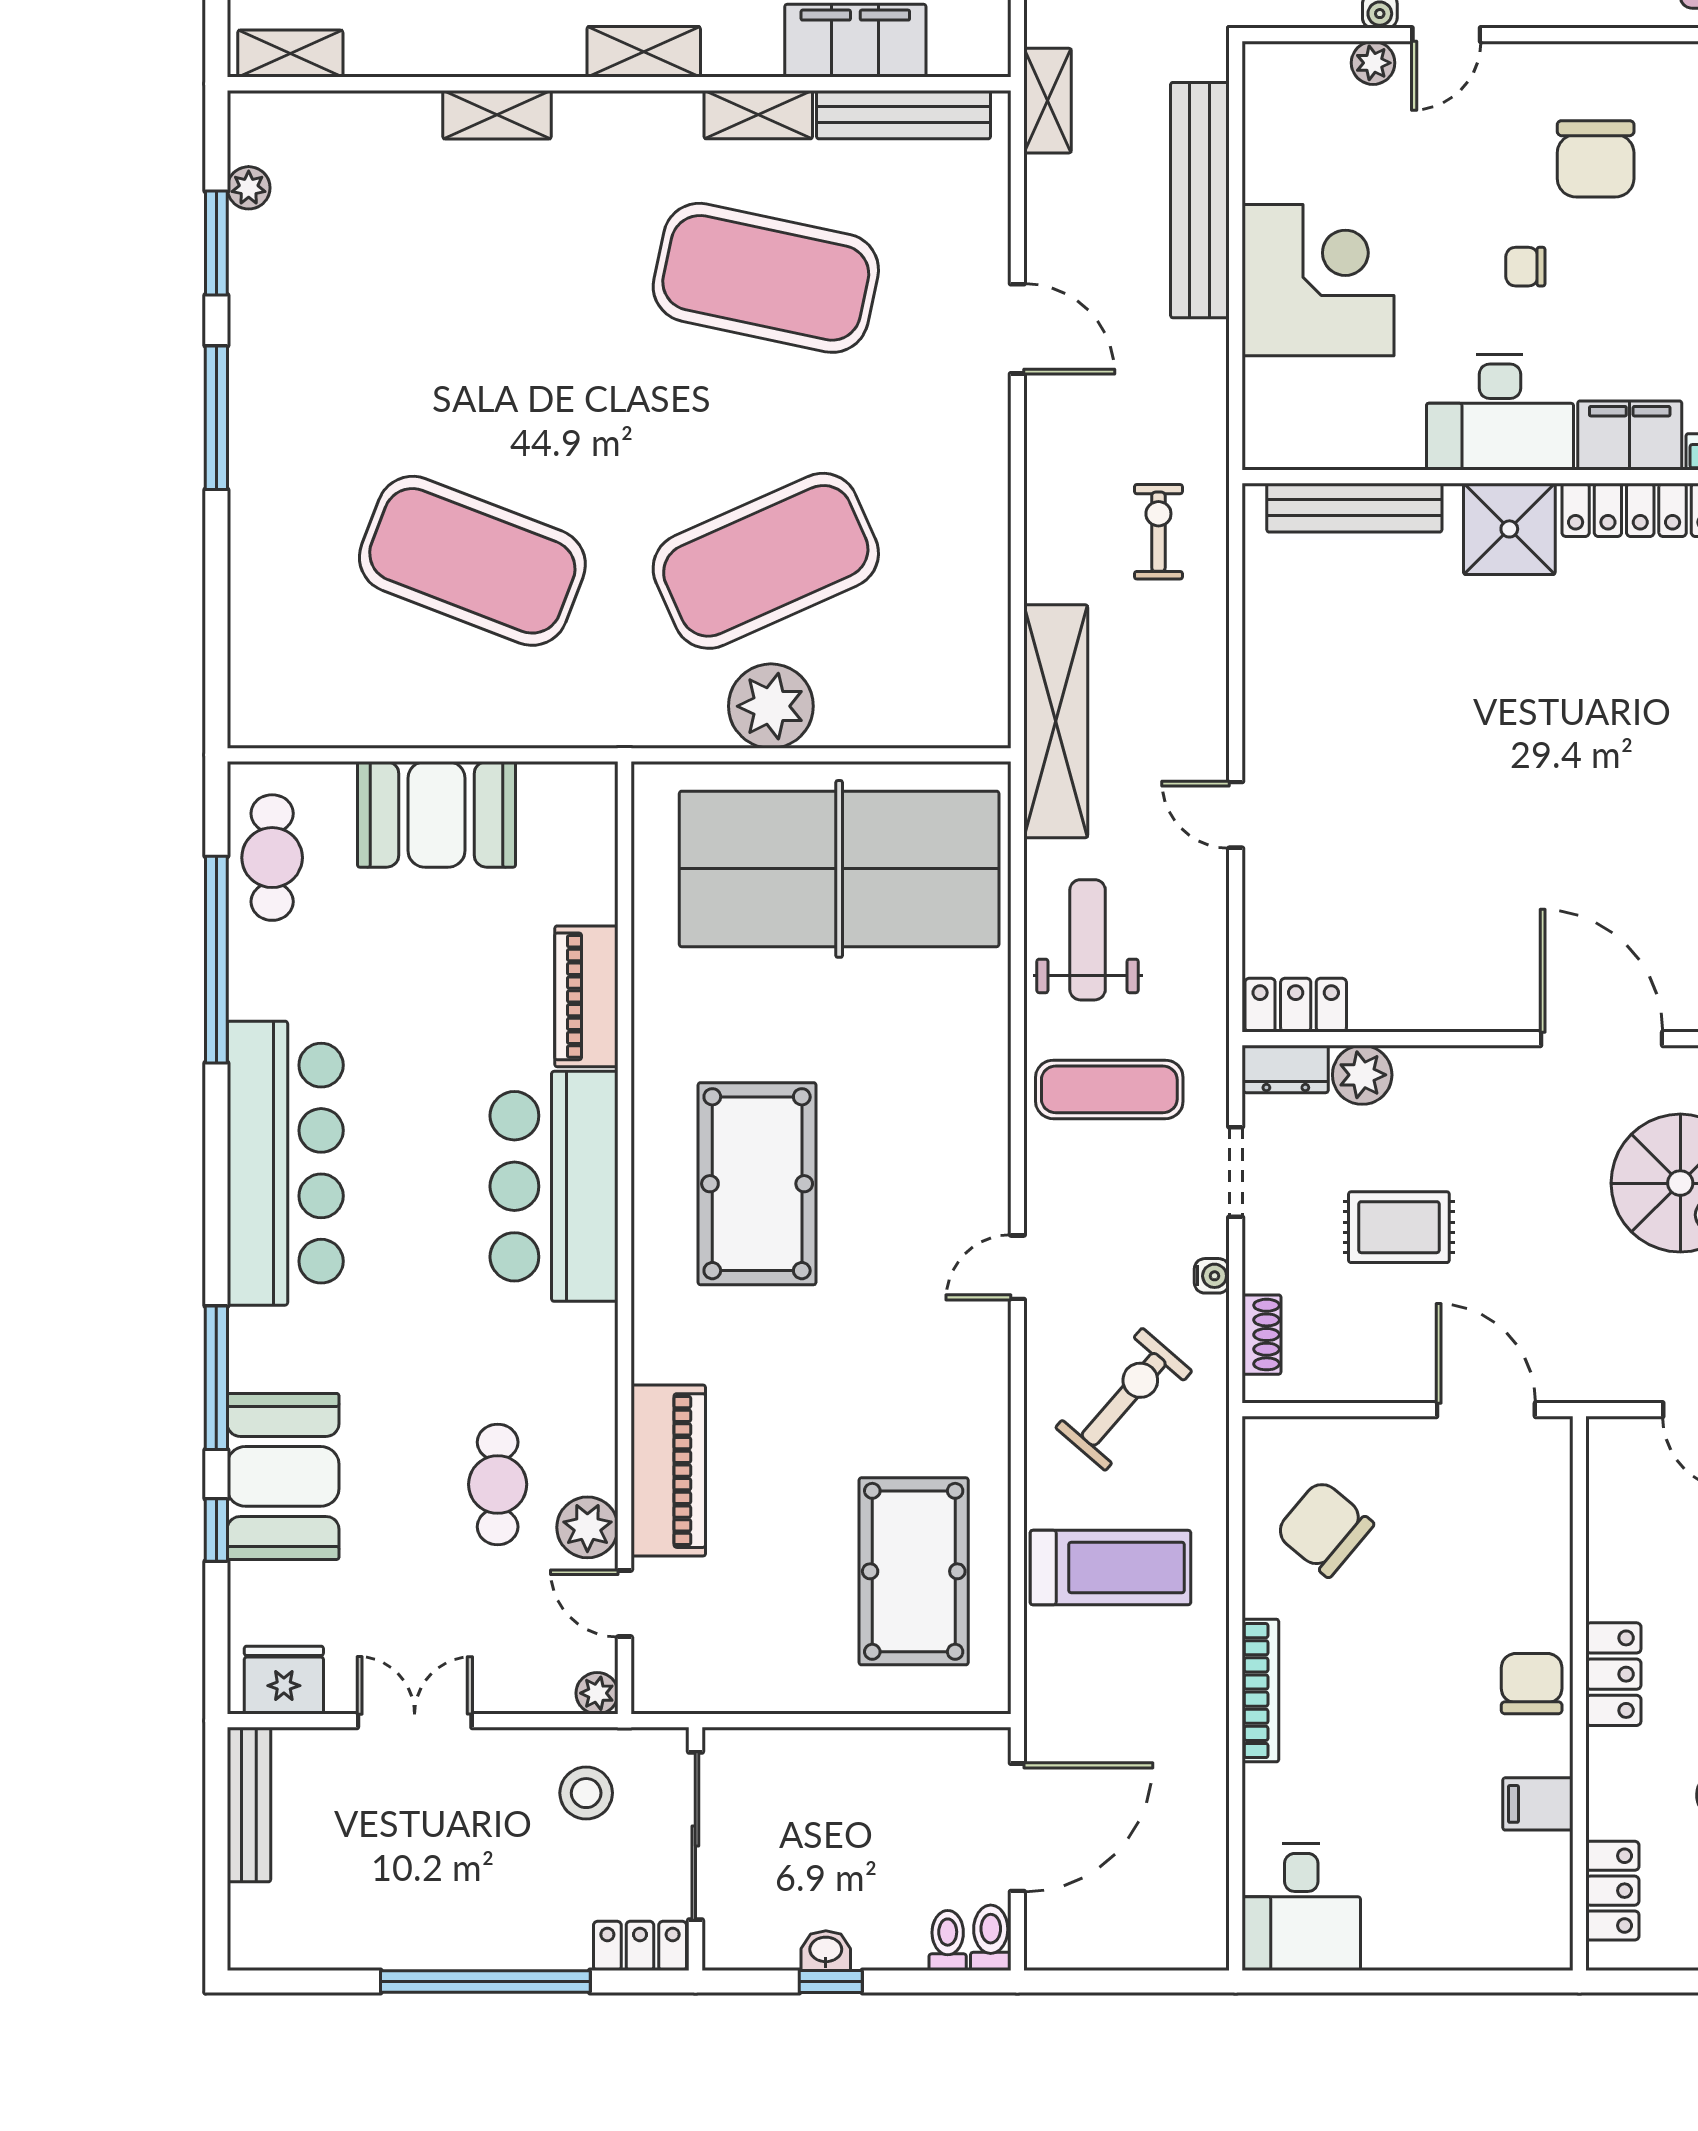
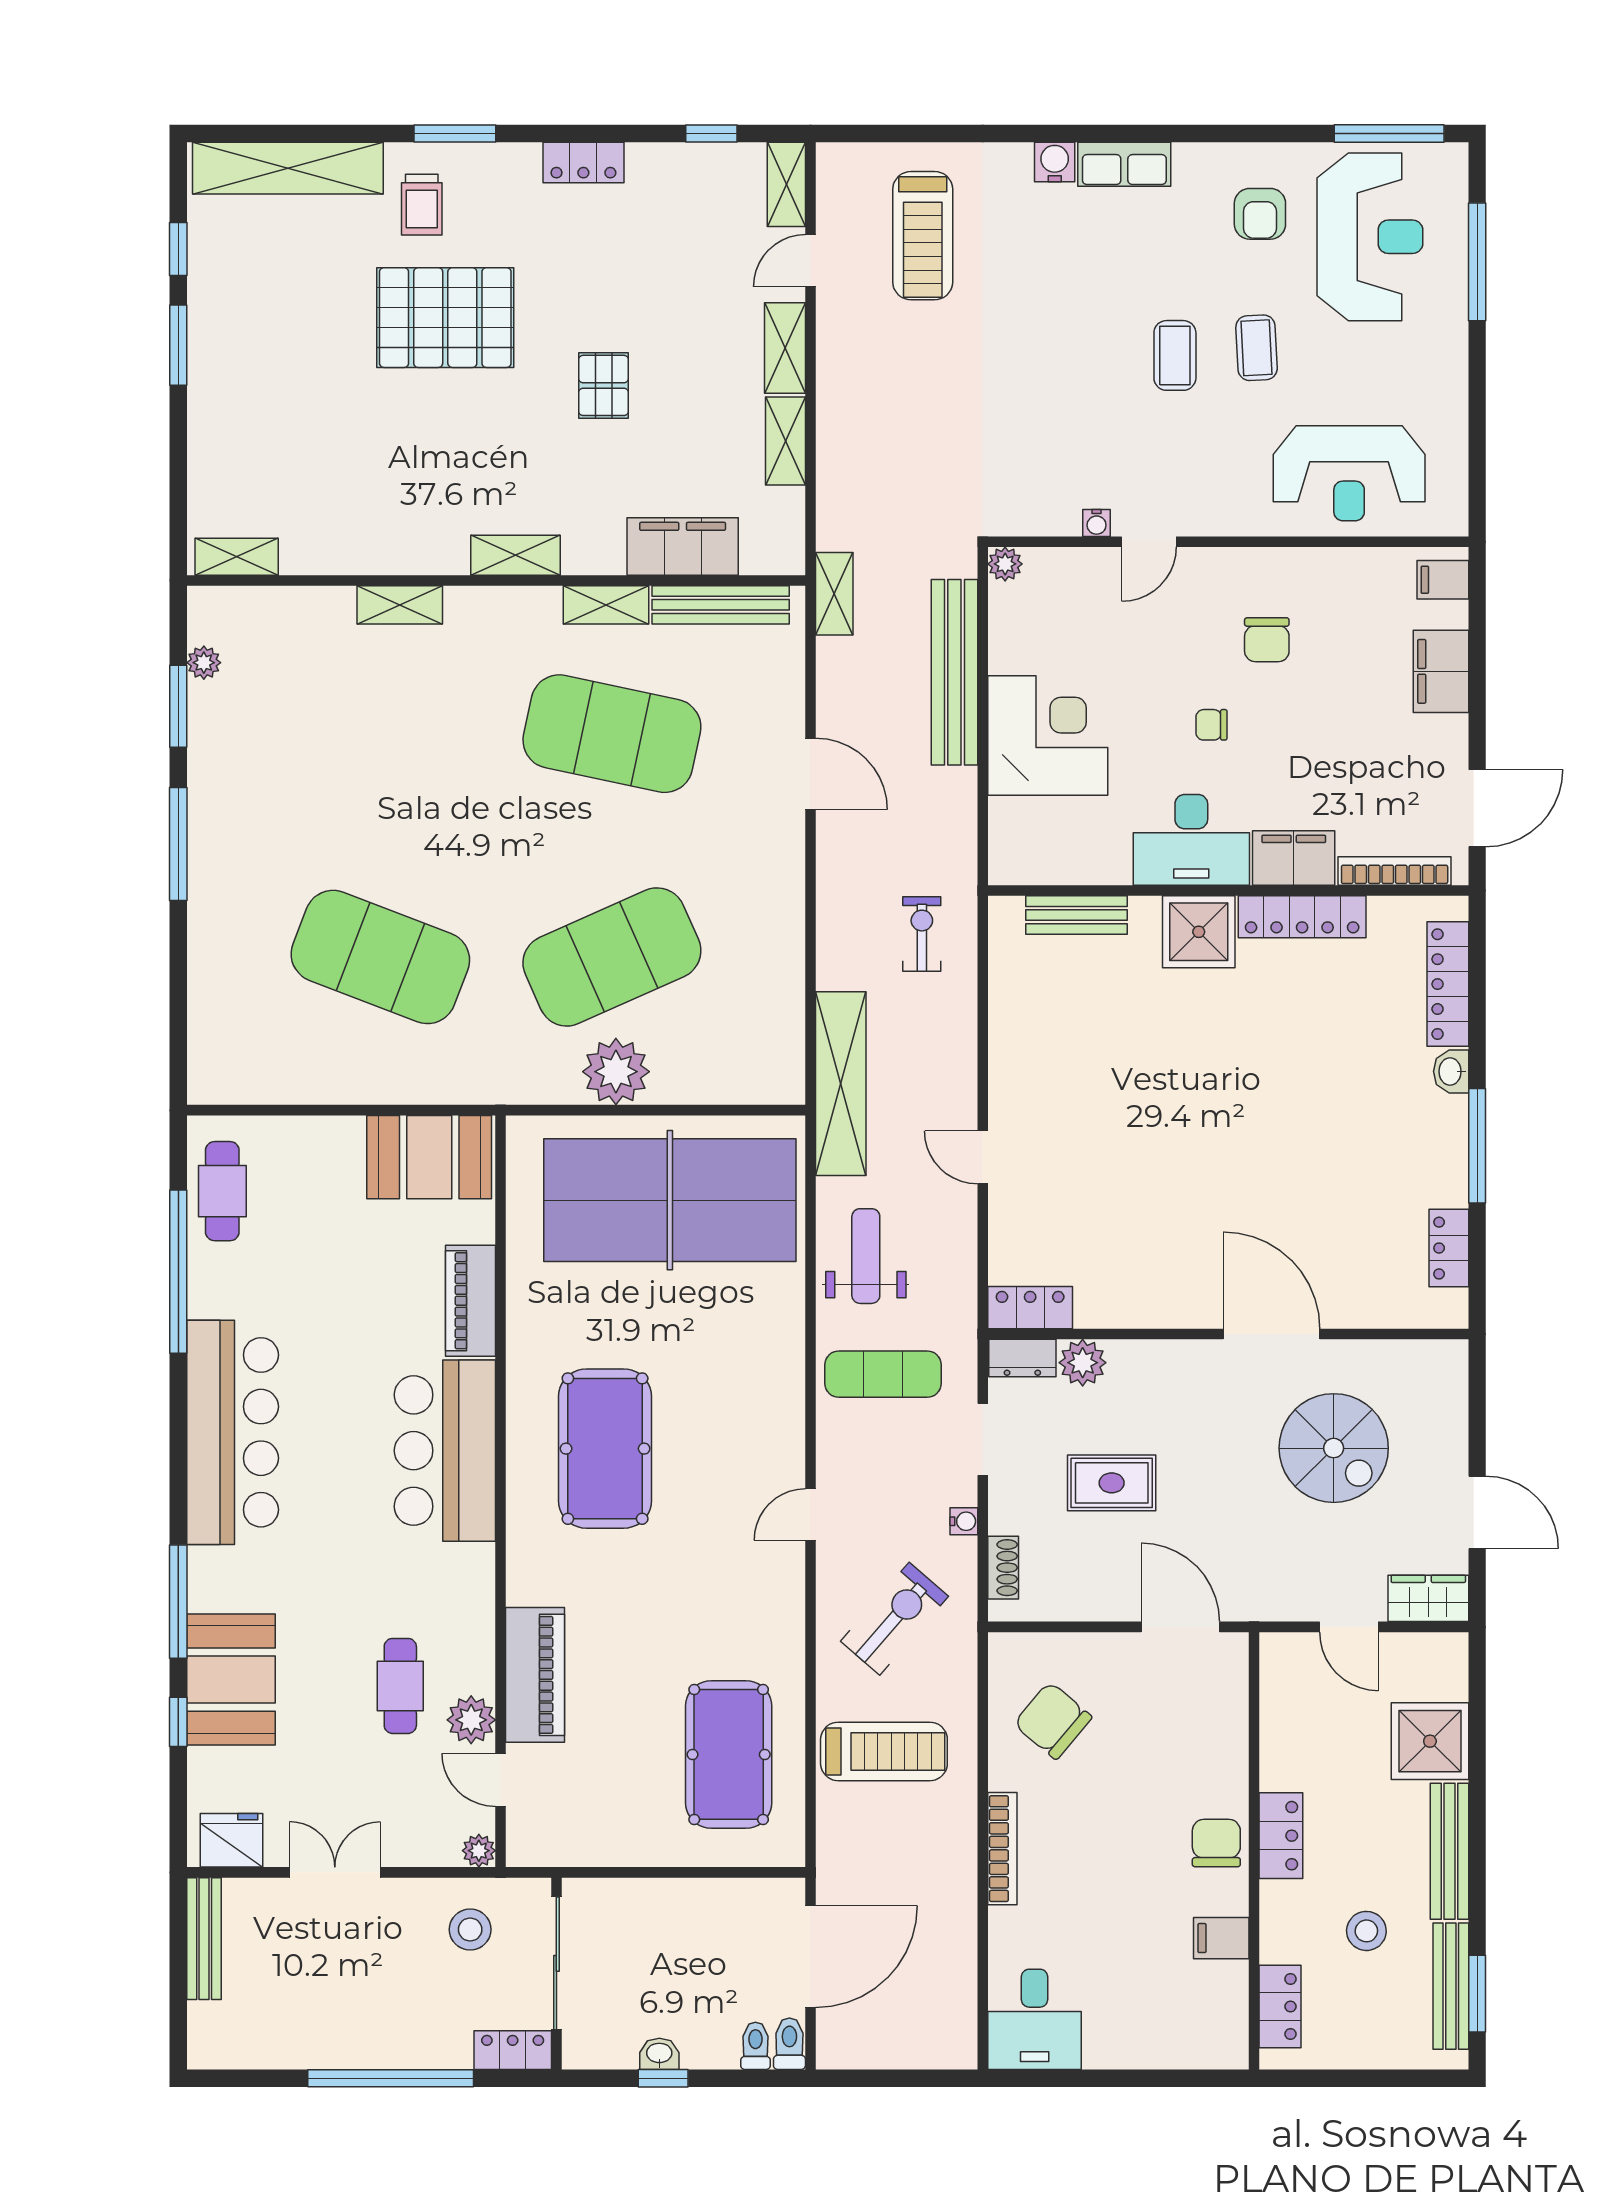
plant: (1373, 63) -> (1005, 564), moved
chair: (1596, 159) -> (1267, 640), width x0.73, depth x0.73
bench: (1354, 508) -> (1076, 915), width x0.73
booth: (436, 814) -> (429, 1157), moved

